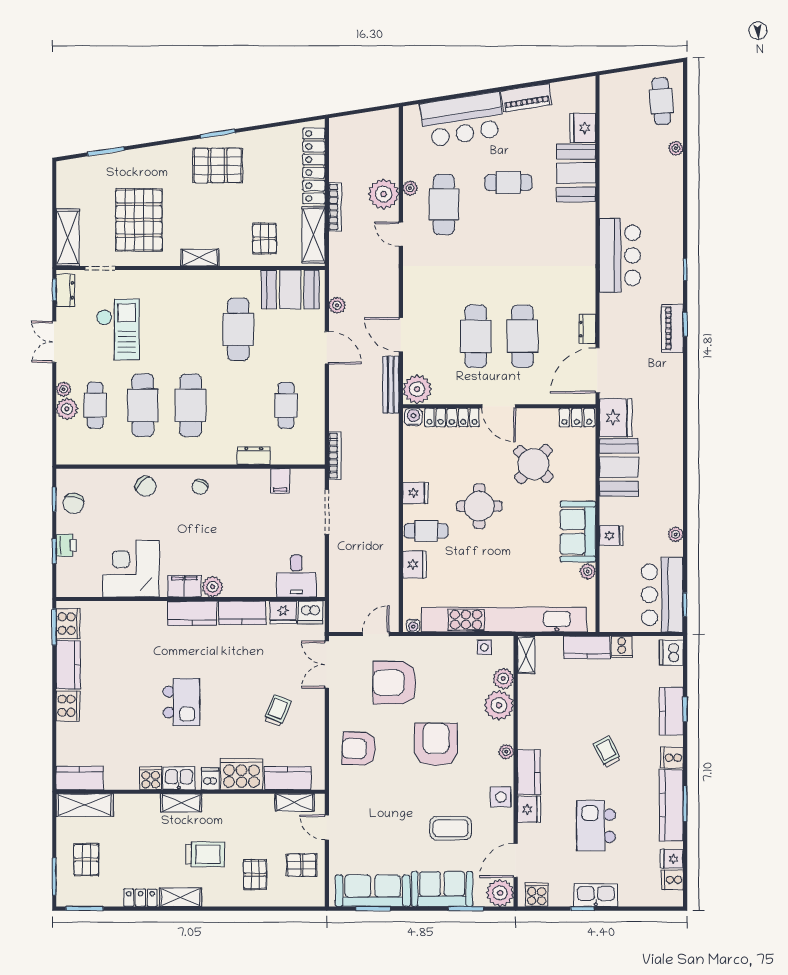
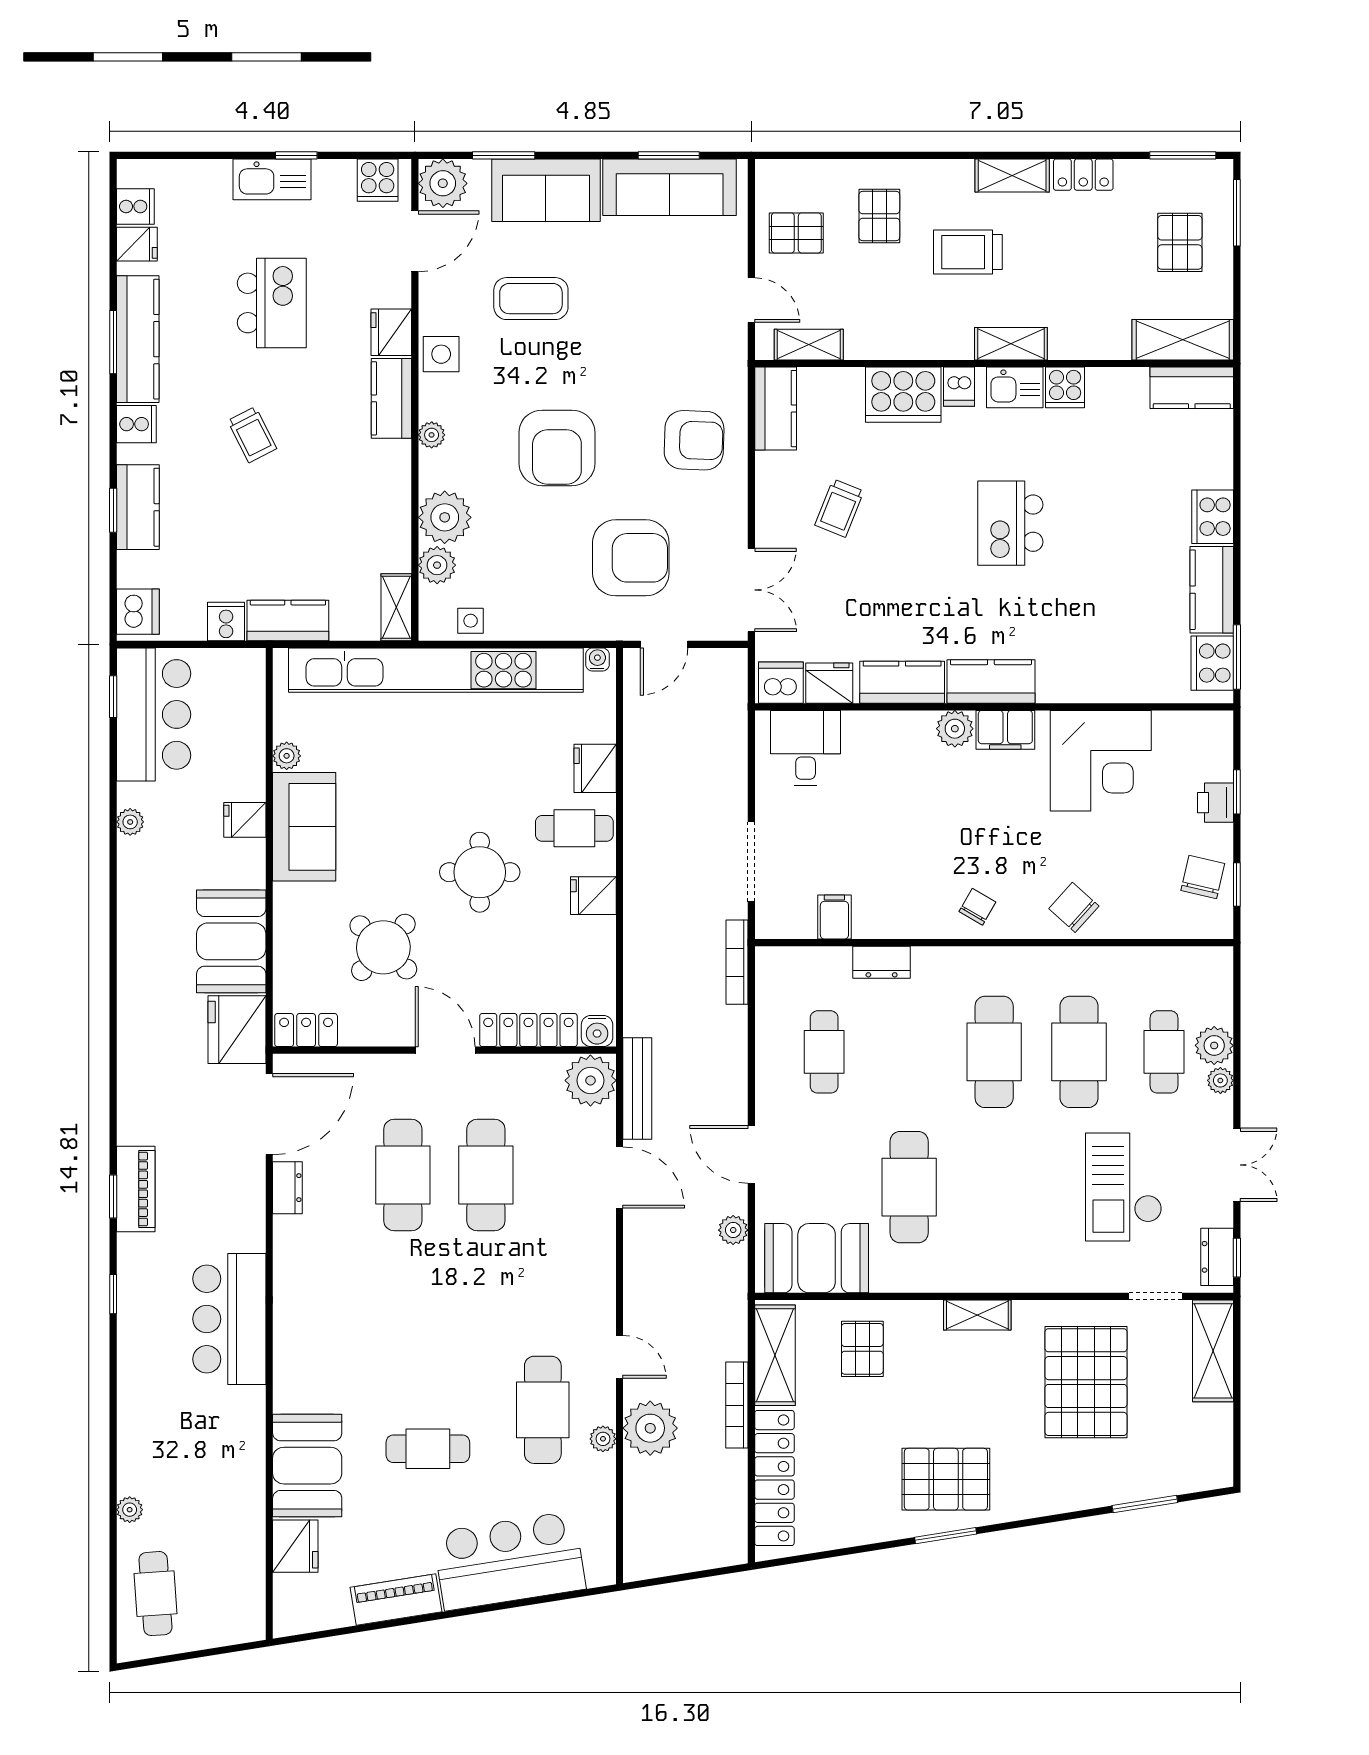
kitchen counter: (288, 778) -> (776, 409), moved, turned -90

